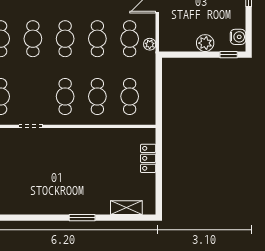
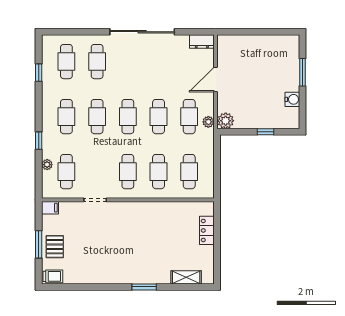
water cooler: (238, 37) -> (292, 99), moved
plant: (205, 43) -> (226, 121), moved
window: (229, 55) -> (265, 132), moved

